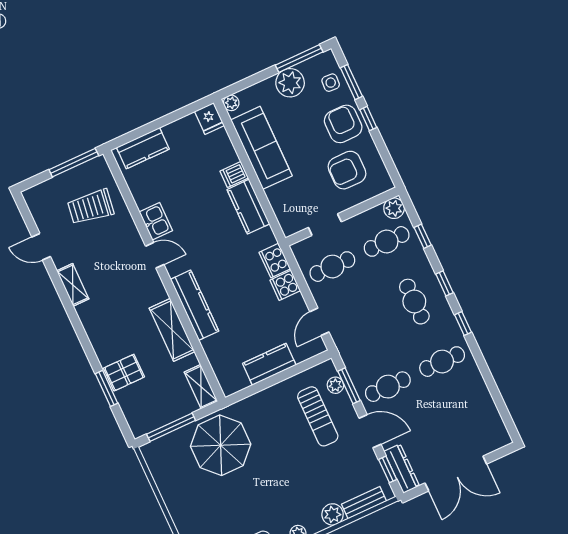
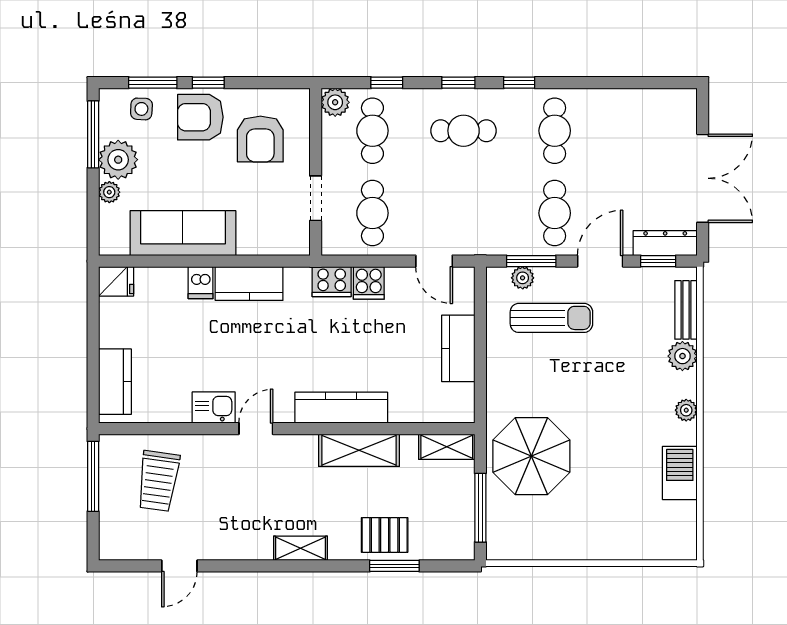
plant: (231, 103) -> (109, 192), moved
shelving: (73, 285) -> (300, 548), moved
pallet: (124, 373) -> (385, 535), turned 90

